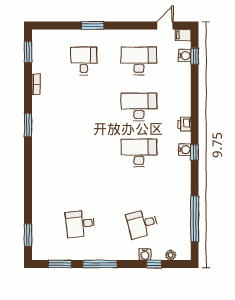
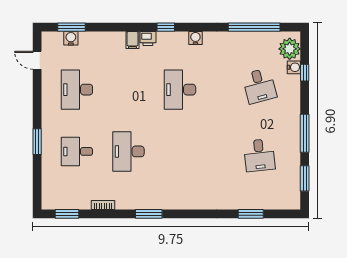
filing cabinet: (183, 35) -> (132, 40), moved
window: (195, 56) -> (71, 27), width x1.50
desk: (139, 107) -> (128, 151), moved
water cooler: (185, 150) -> (195, 38), moved
window: (195, 152) -> (166, 27), moved
window: (28, 235) -> (251, 214), moved
water cooler: (145, 254) -> (294, 67), moved
plant: (171, 255) -> (290, 49), width x1.88, depth x1.88

